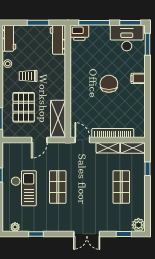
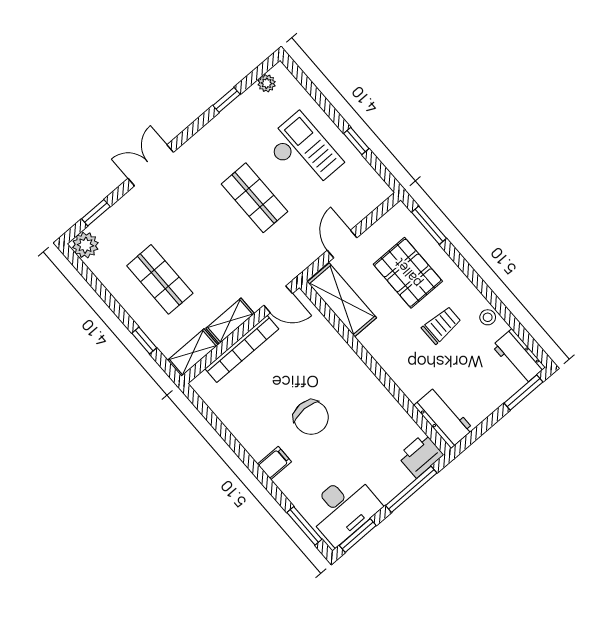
window: (38, 23) -> (523, 392), moved
checkout: (24, 188) -> (304, 152), turned 180

